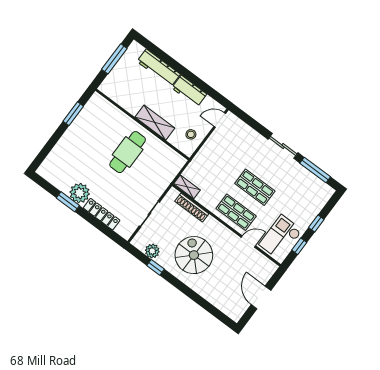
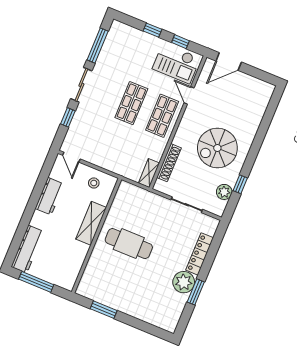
workbench: (159, 68) -> (27, 249), moved
window: (257, 126) -> (68, 117), added
door: (261, 298) -> (229, 62), moved

